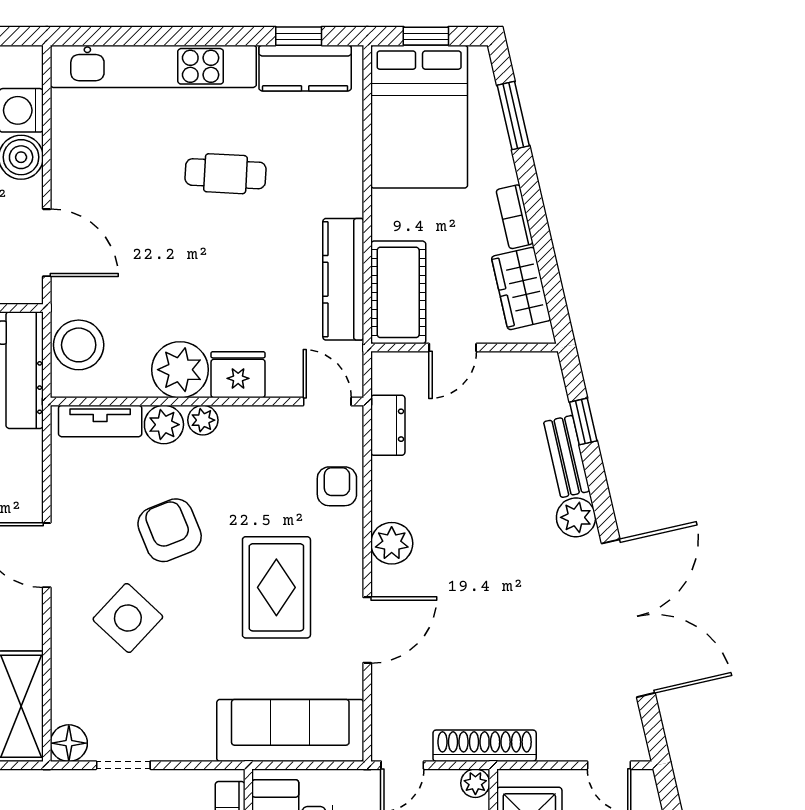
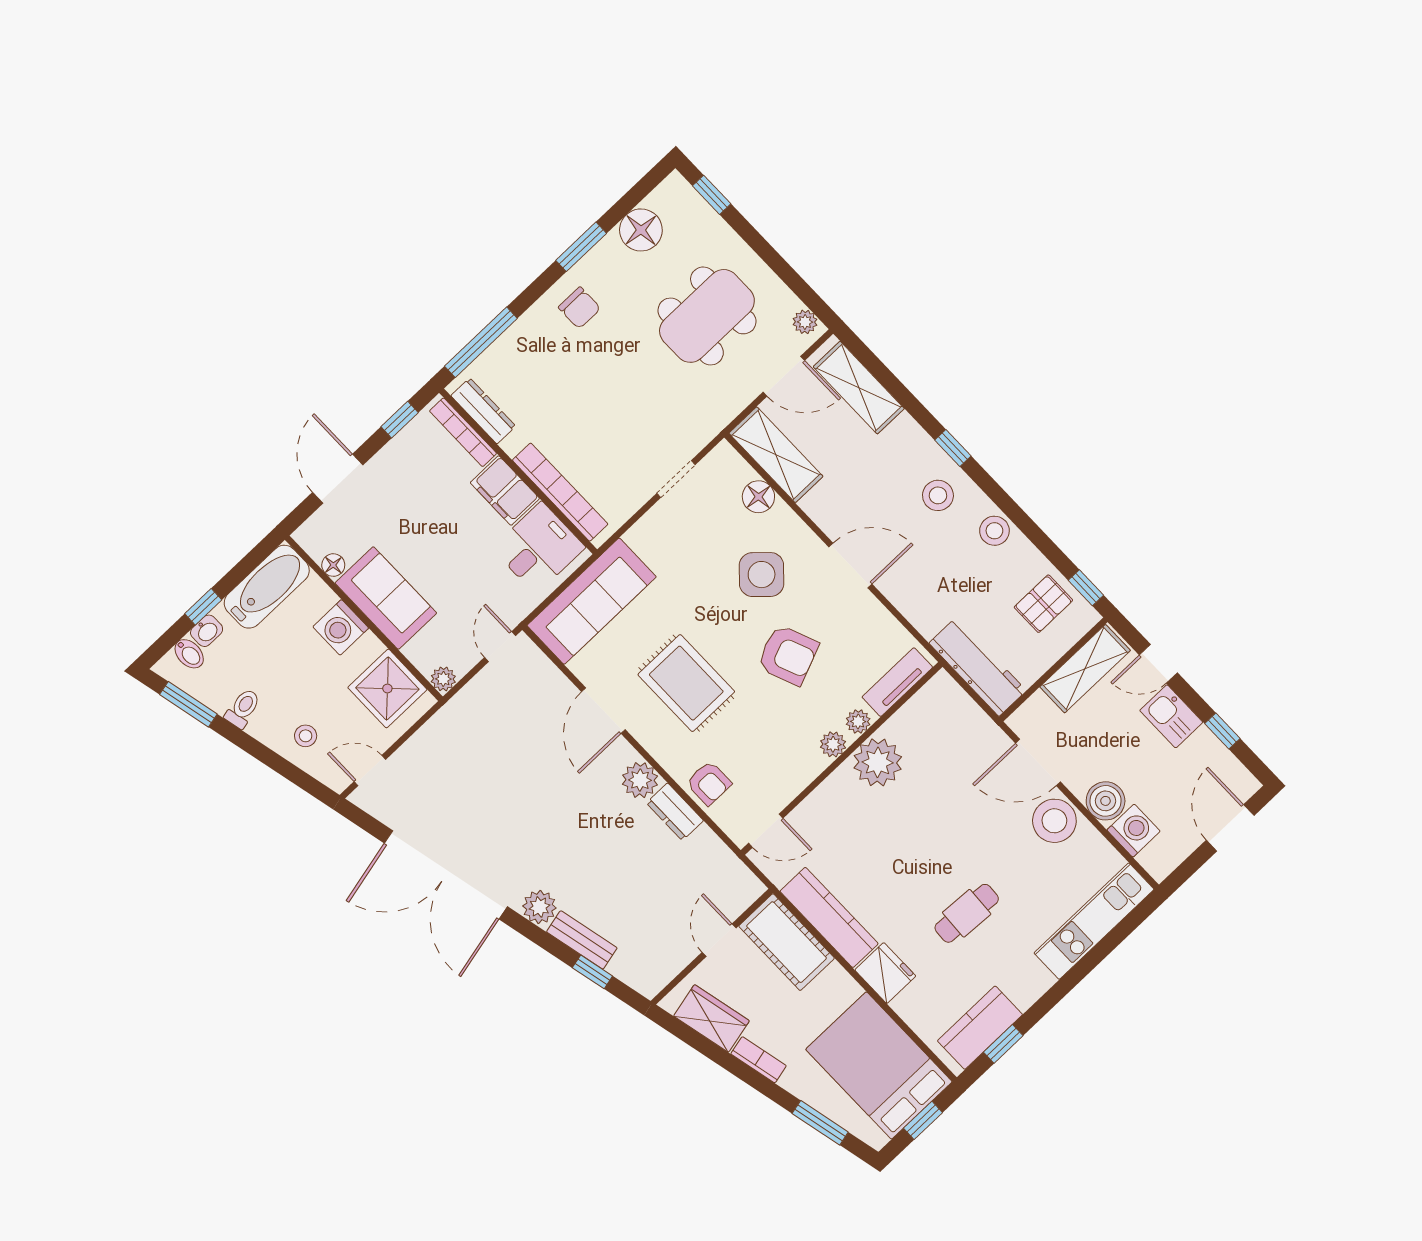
kitchen unit: (153, 66) -> (1094, 921), width x0.73
stool: (79, 345) -> (1054, 821), moved
fridge: (238, 375) -> (885, 973), moved, turned -90
plant: (164, 425) -> (858, 721), width x0.73, depth x0.73
dresser: (388, 425) -> (675, 812), moved
floor lamp: (69, 743) -> (758, 497), moved
shoe rack: (485, 746) -> (460, 708), removed

